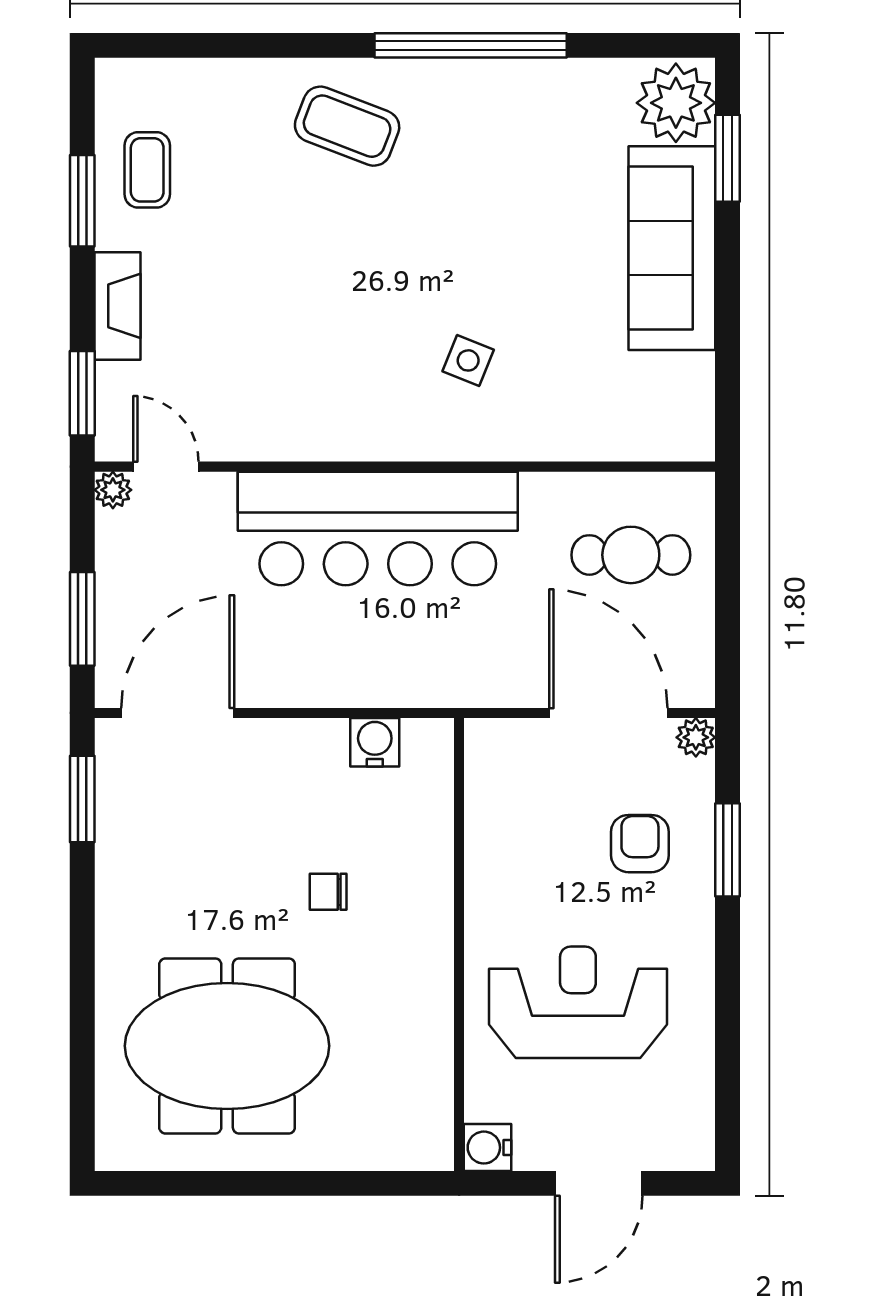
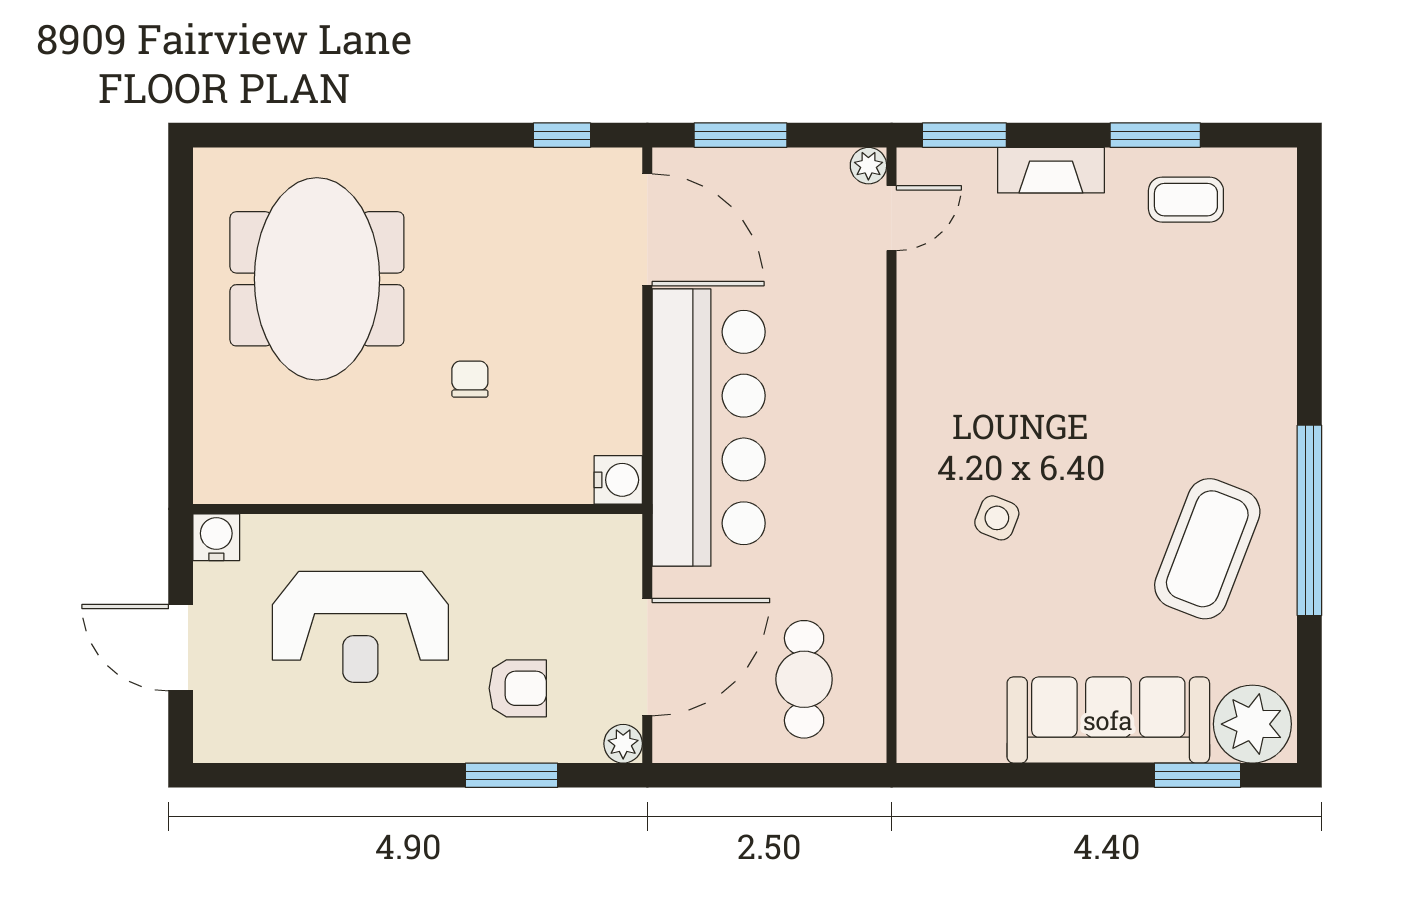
coffee table: (347, 126) -> (1207, 549), moved, width x1.36, depth x1.32
bar counter: (378, 528) -> (709, 428), moved, turned 180
water cooler: (375, 742) -> (618, 480), moved
window: (82, 799) -> (562, 135), width x0.67
reception desk: (578, 1002) -> (360, 627), turned 90

